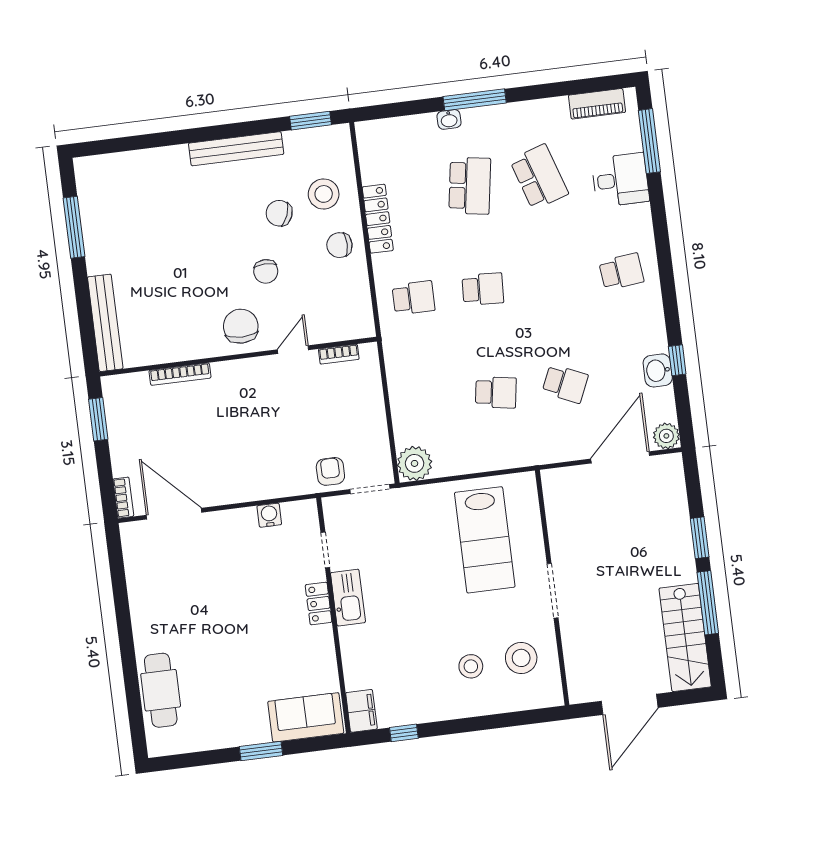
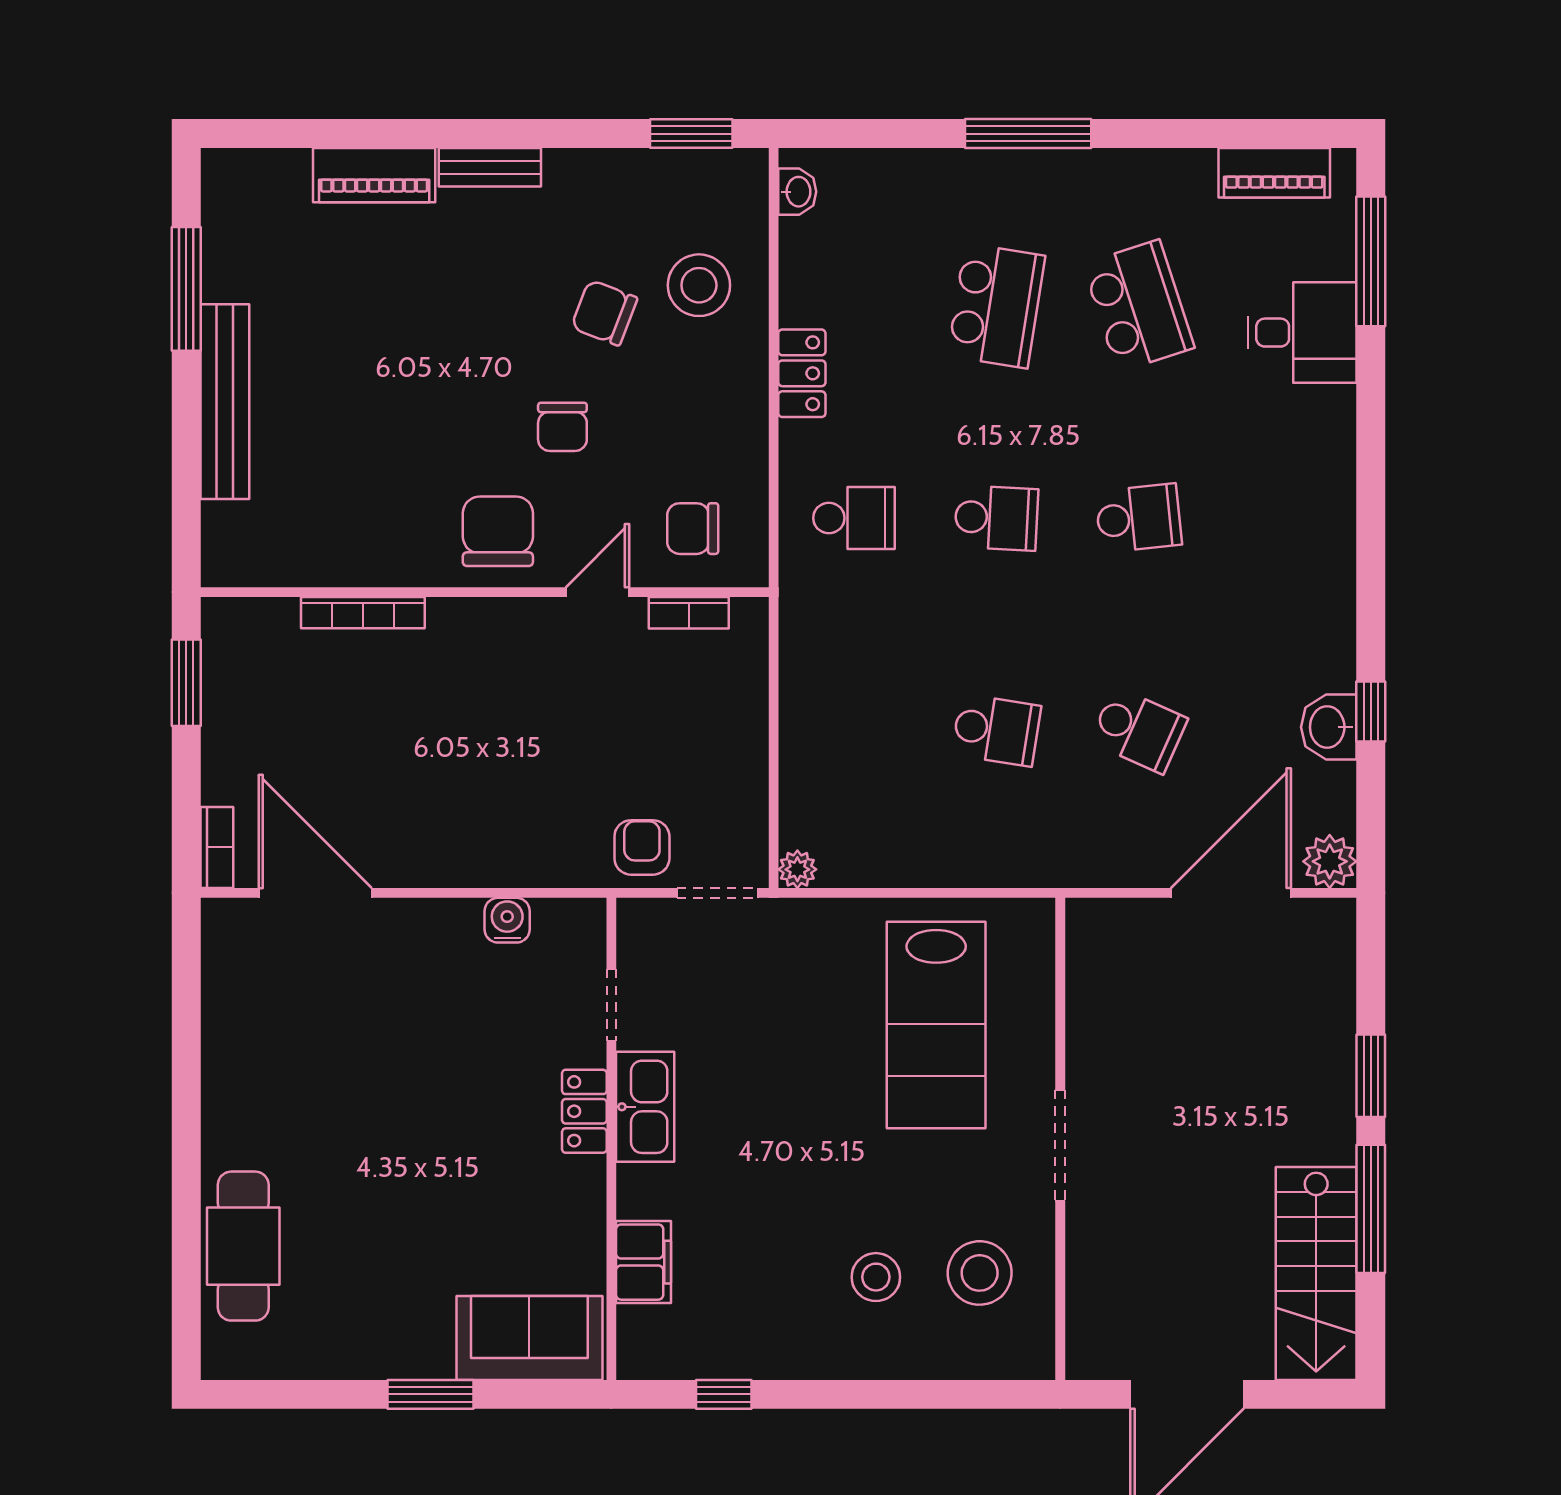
washbasin: (449, 119) -> (797, 192), moved, turned -90
bench: (236, 149) -> (490, 167), width x0.54, depth x0.82
piano: (159, 160) -> (374, 175), added
locker: (378, 219) -> (802, 373), width x0.66
chair: (339, 245) -> (693, 529), moved
school desk: (621, 272) -> (1139, 518), moved
bench: (105, 323) -> (225, 402), moved
plant: (415, 463) -> (797, 869), width x0.53, depth x0.53
filing cabinet: (361, 711) -> (643, 1262), moved

